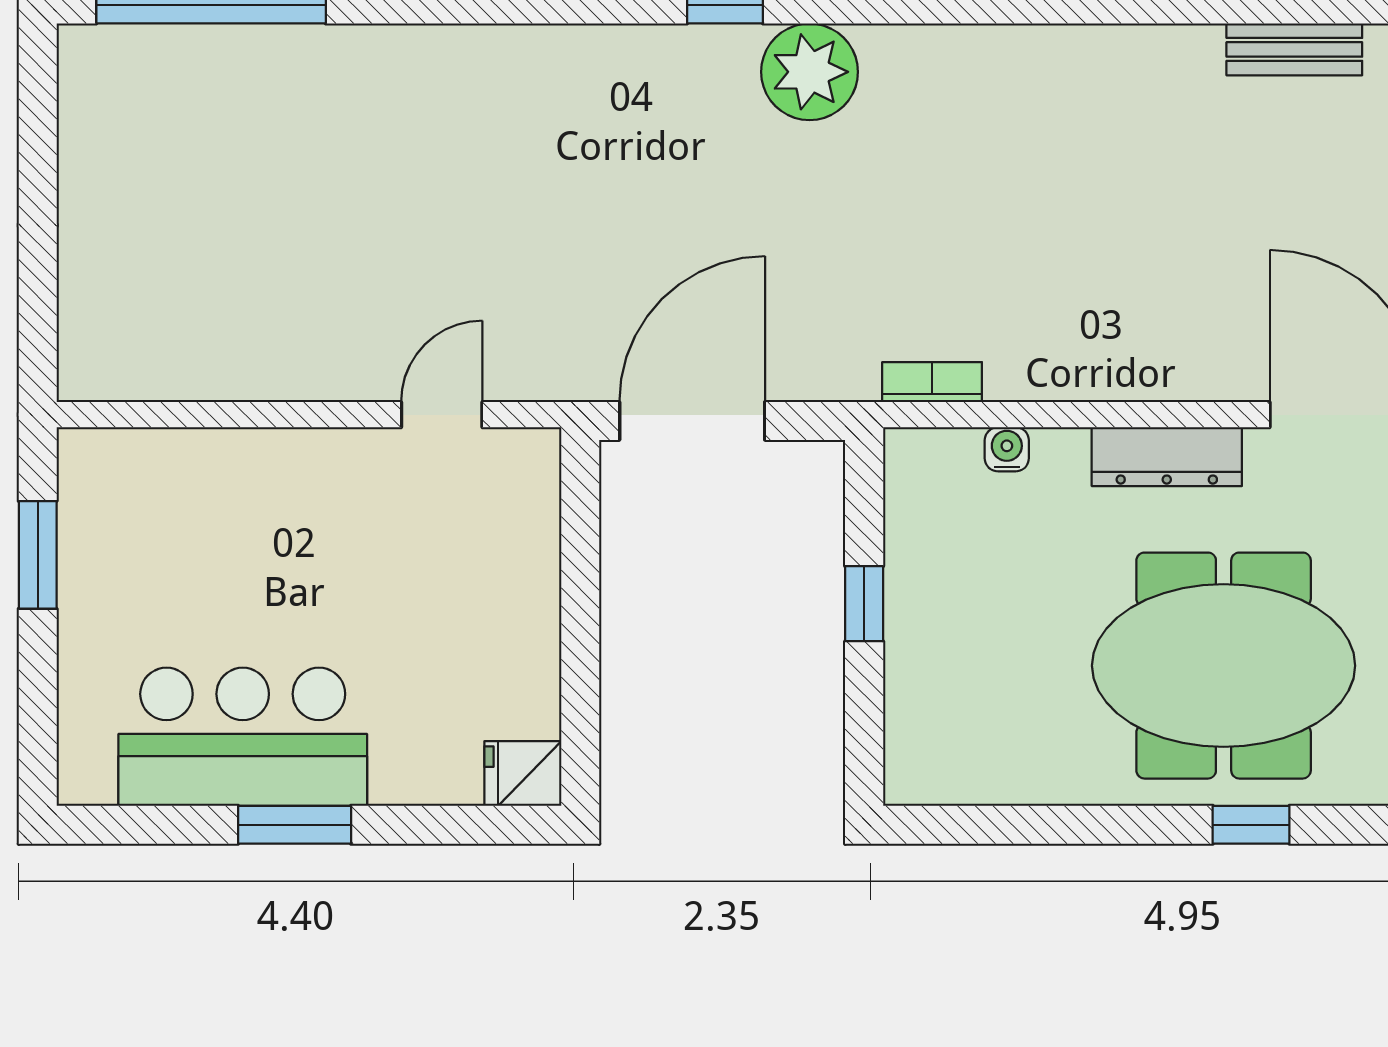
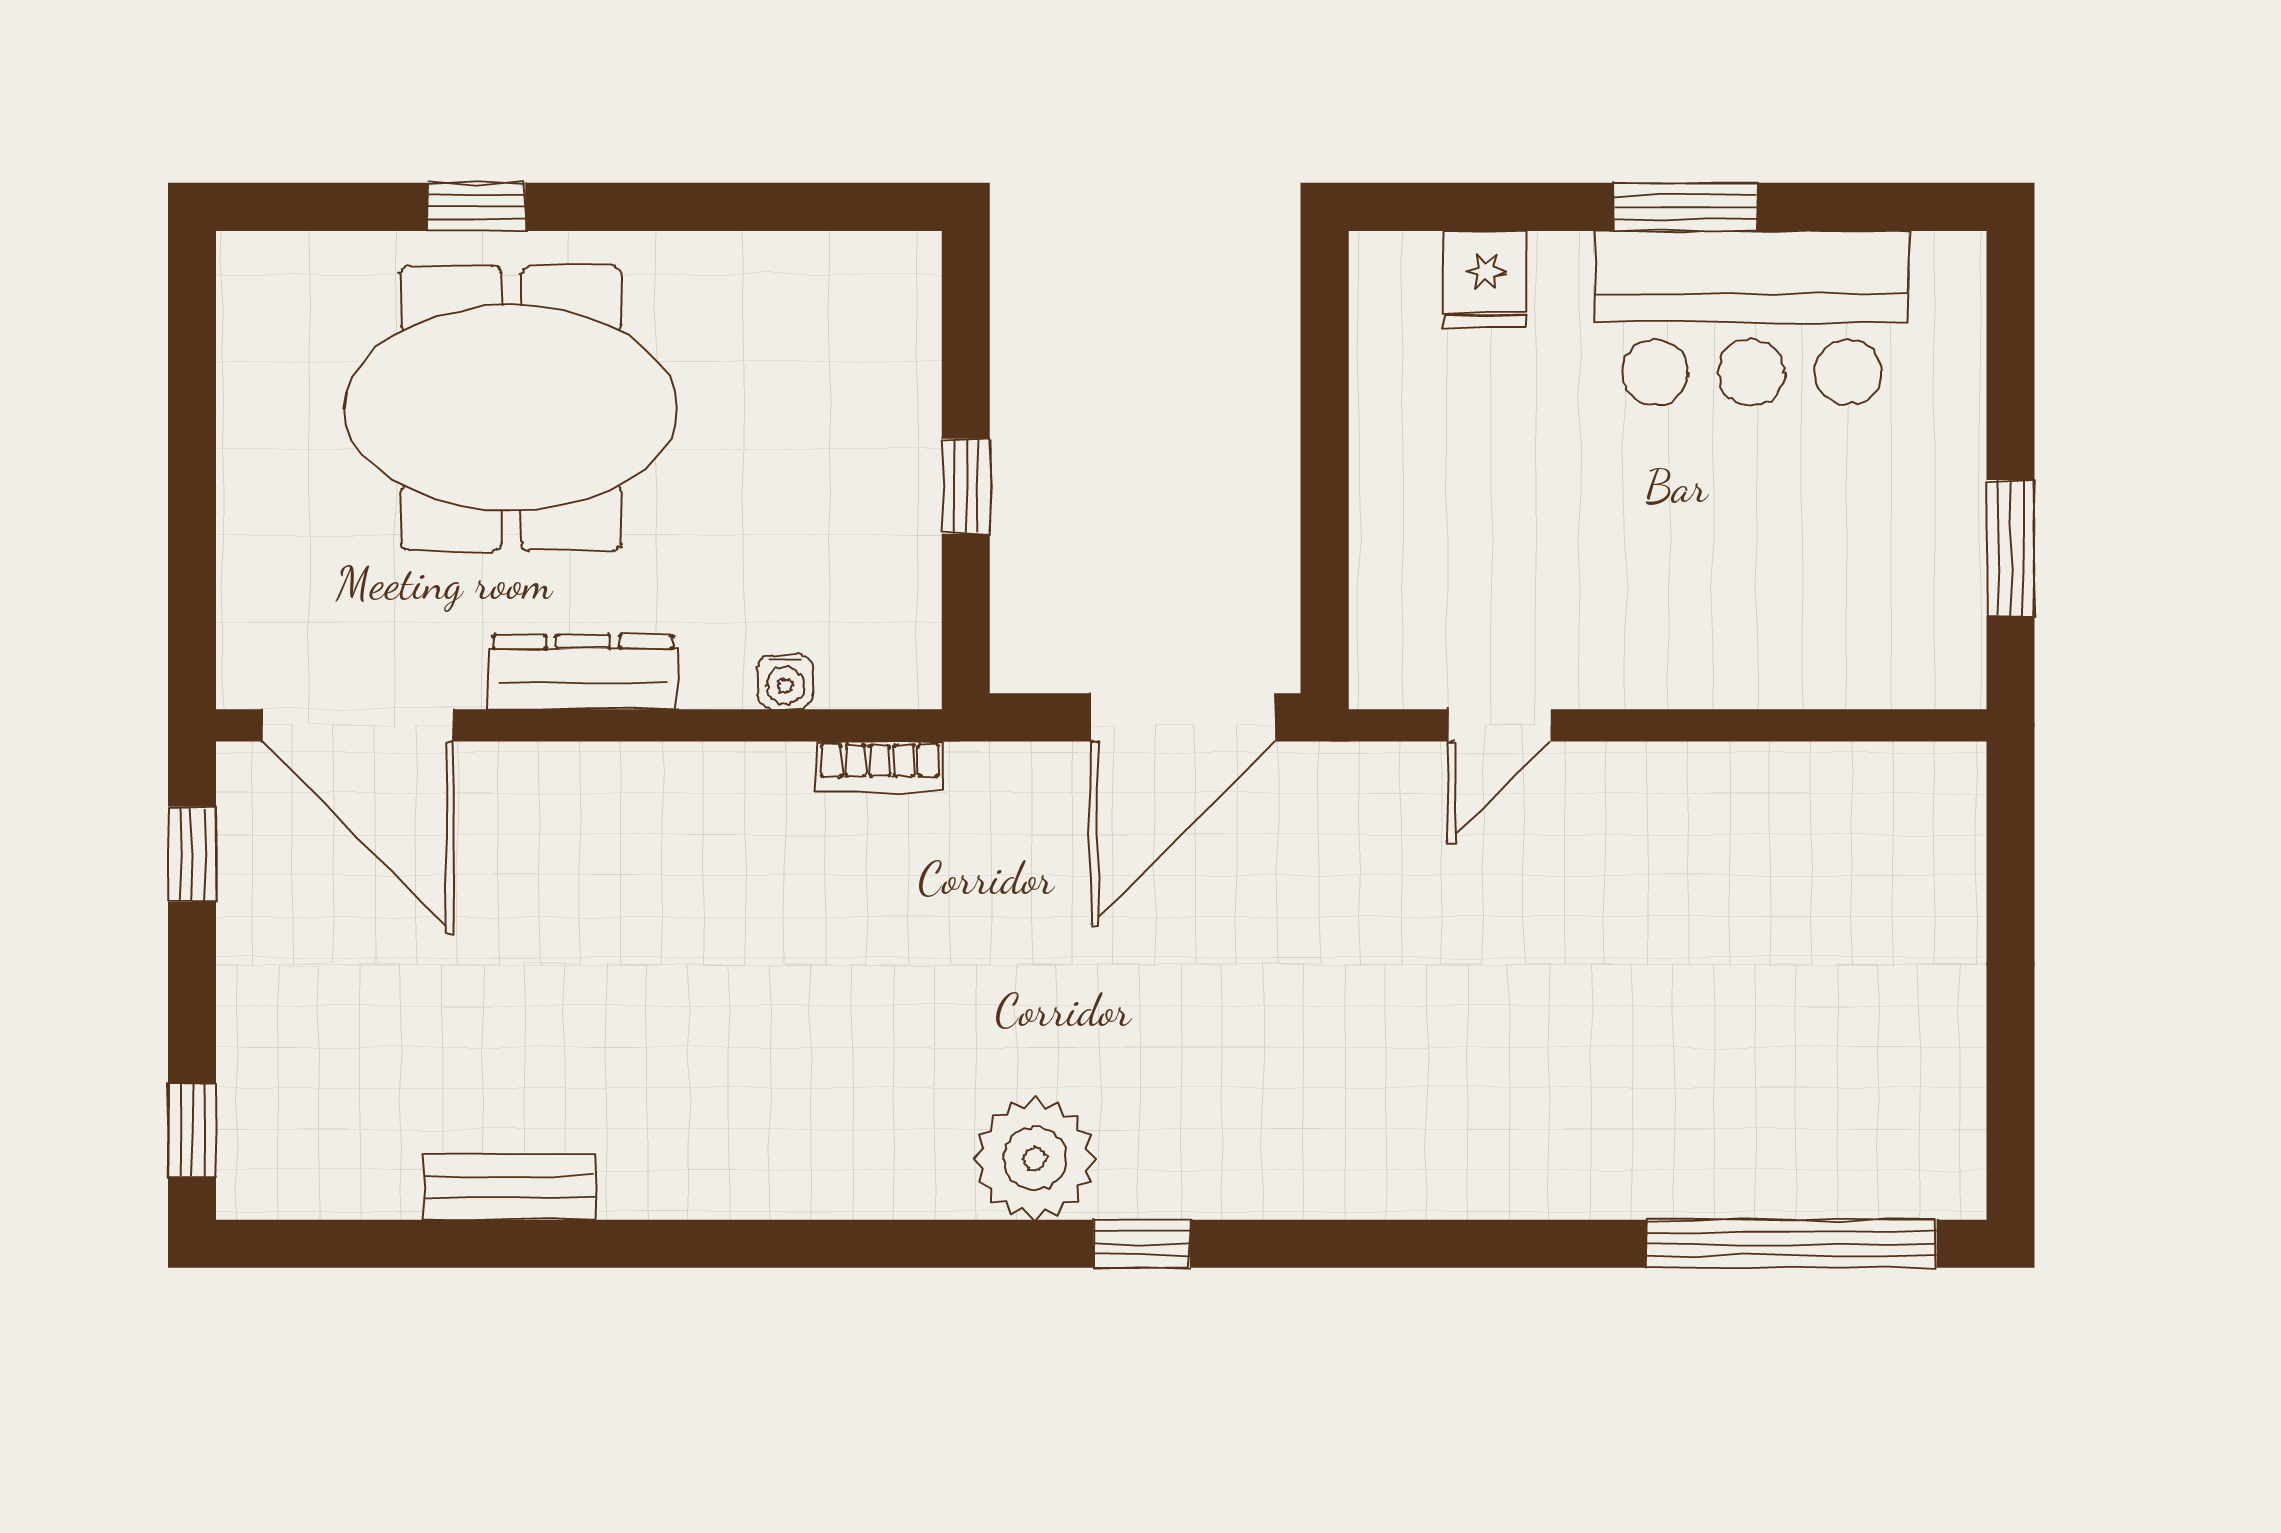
bench: (1294, 49) -> (509, 1187), moved
fridge: (523, 773) -> (1486, 280), moved, turned 90

